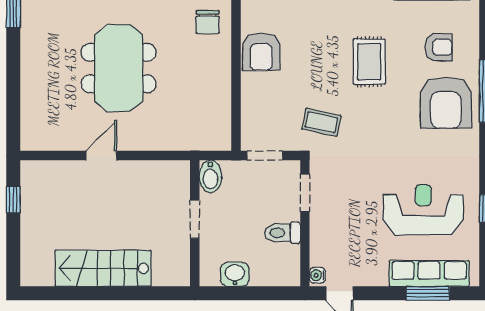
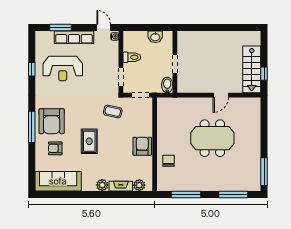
meeting table: (119, 68) -> (212, 138), turned 90
armchair: (446, 103) -> (52, 121), turned 180
stairs: (103, 268) -> (252, 69), moved, turned 90
row of seats: (429, 273) -> (74, 37), moved

